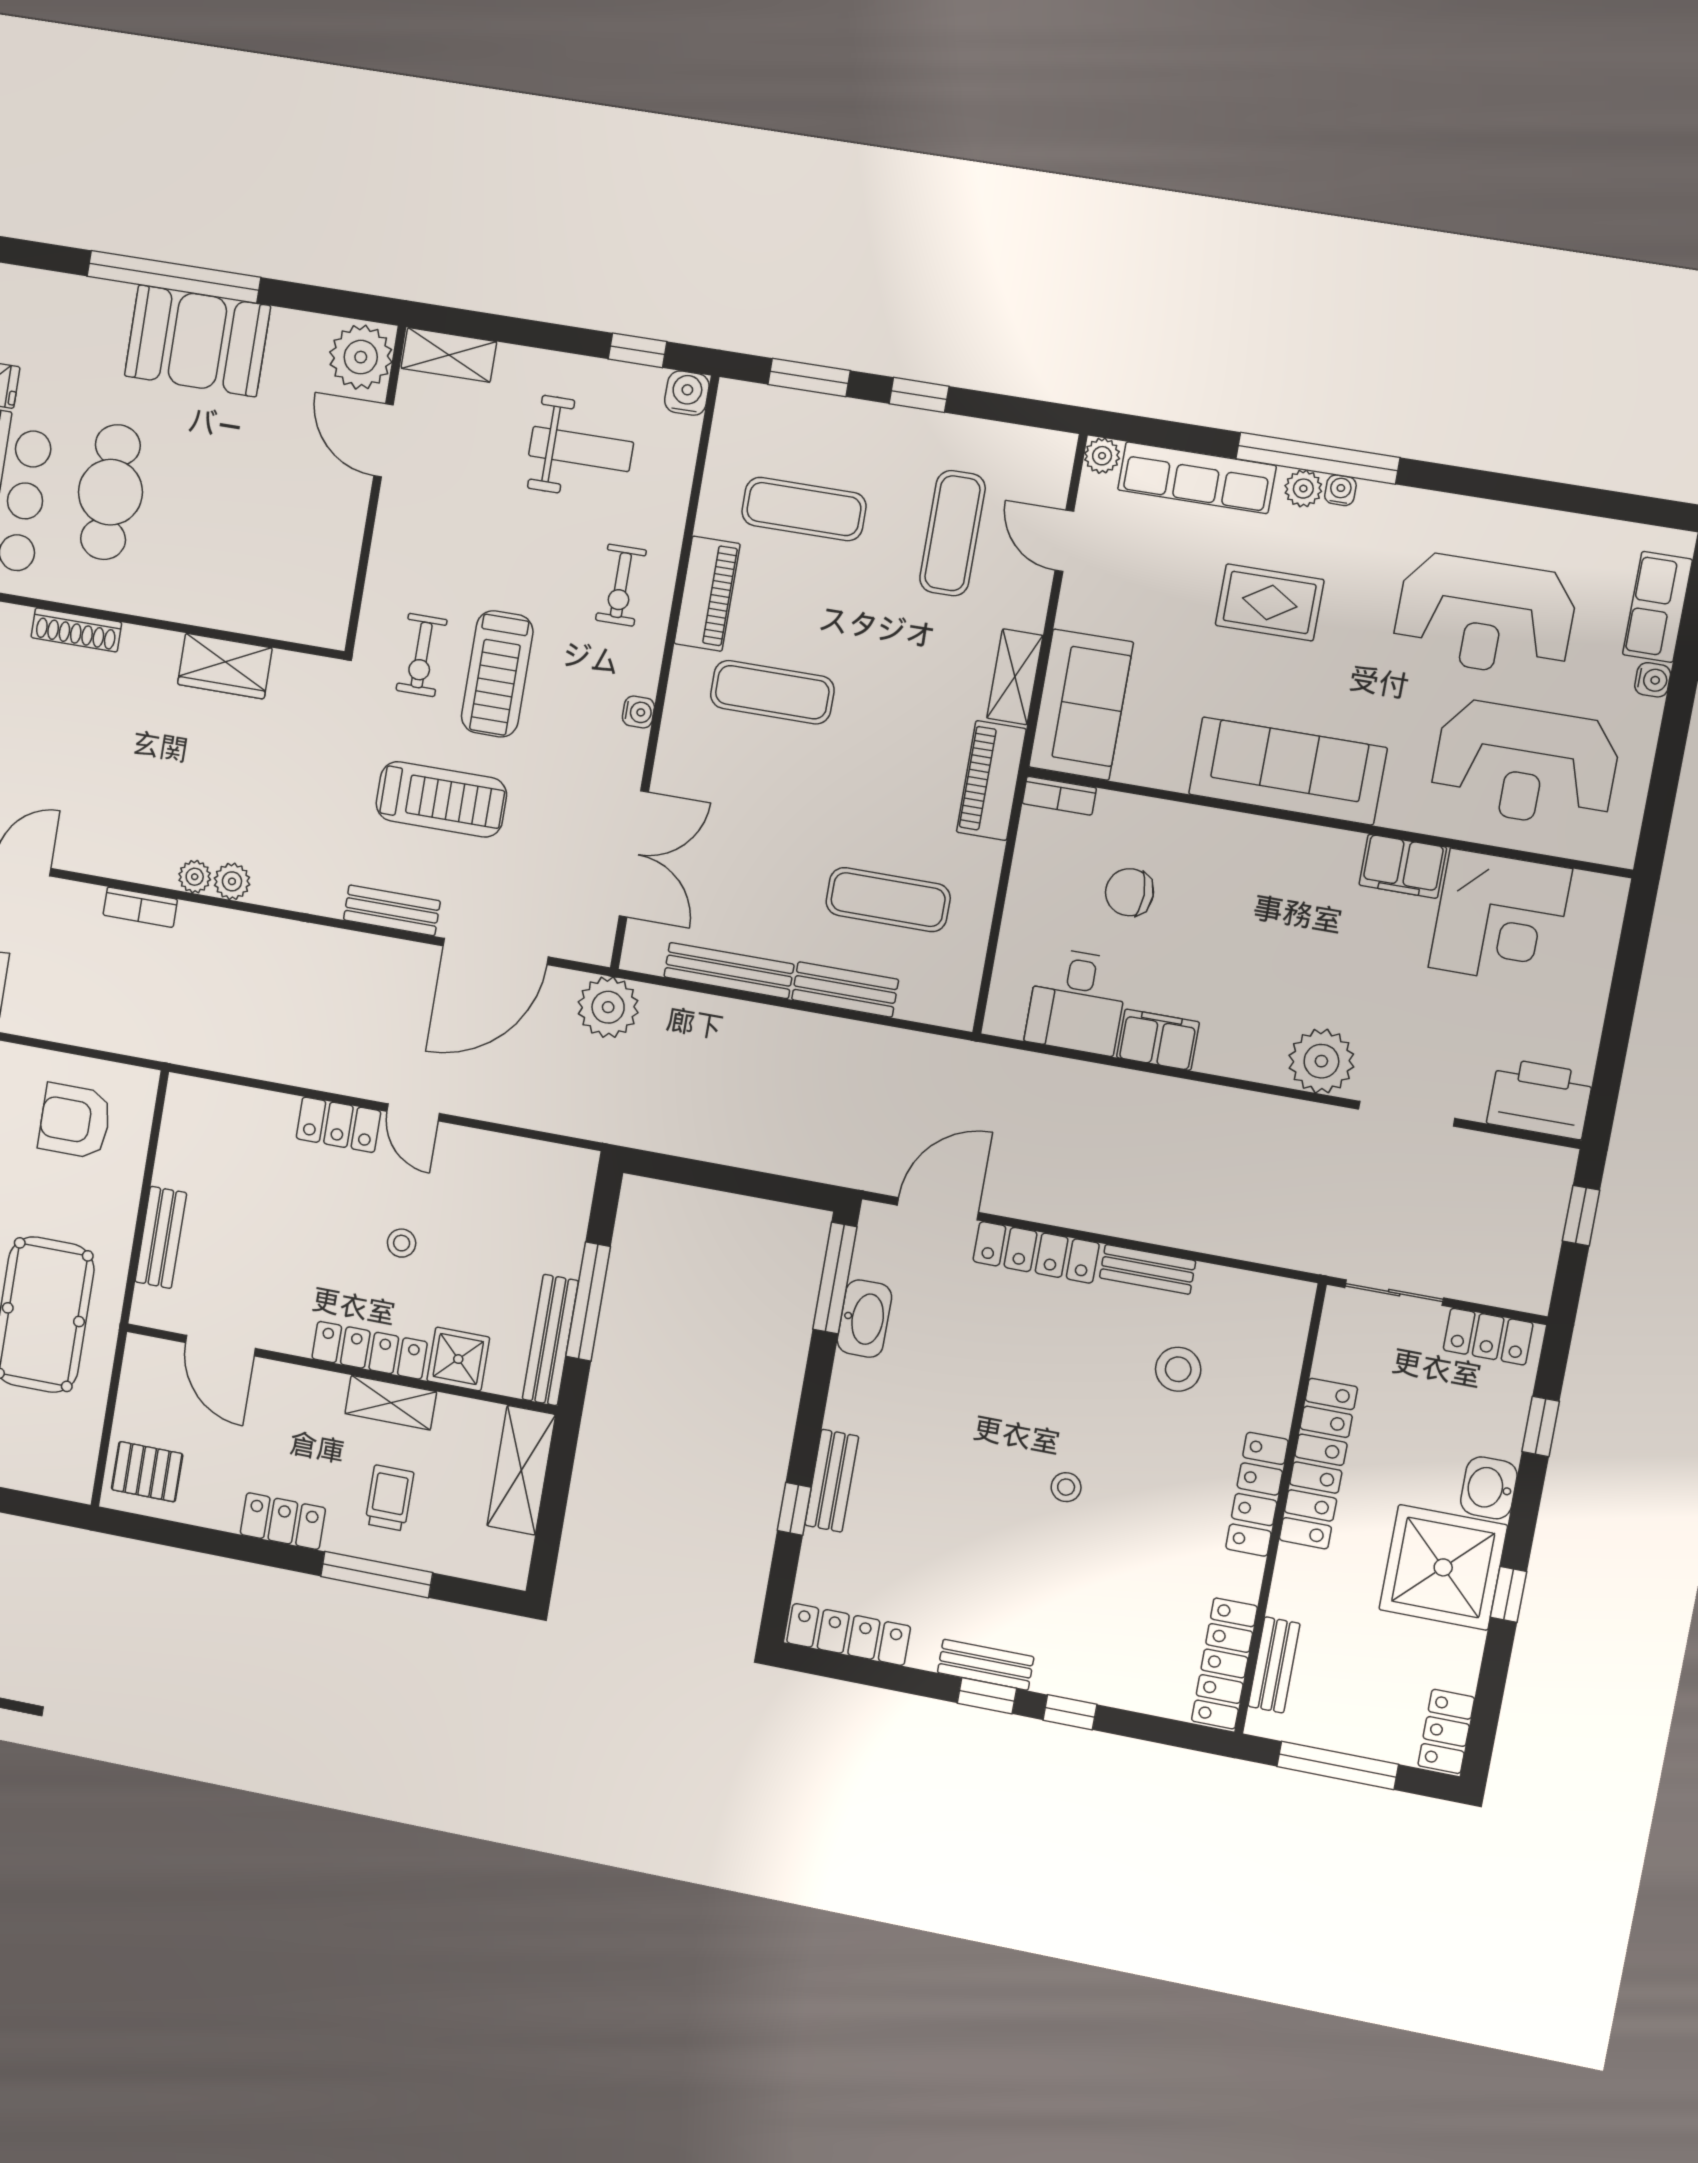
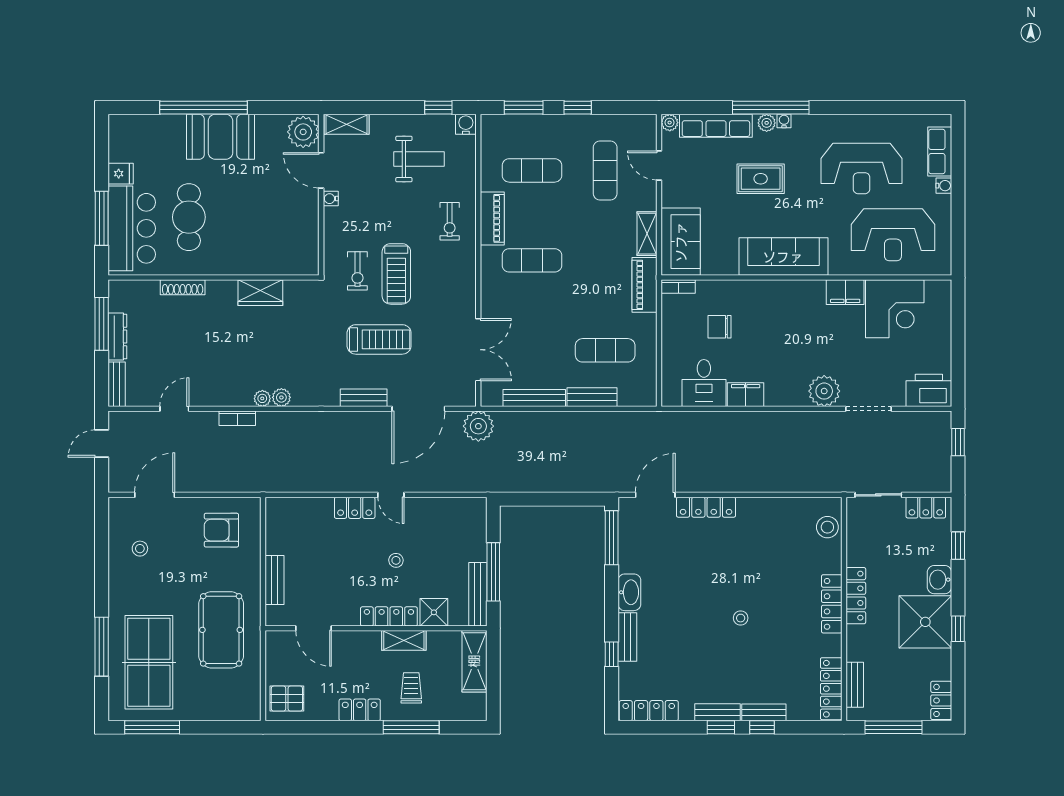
water cooler: (638, 712) -> (331, 199), moved, turned 180
bench: (1148, 1269) -> (764, 712), moved
washbasin: (864, 1319) -> (629, 592), moved
stool: (1178, 1369) -> (827, 527), moved
locker: (1318, 1464) -> (856, 596), width x0.71, depth x0.83

